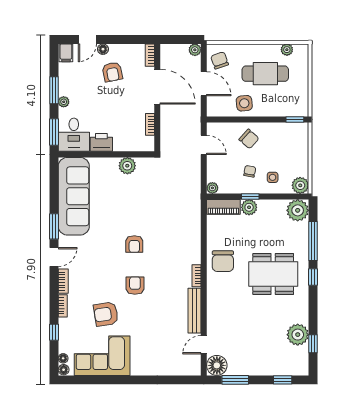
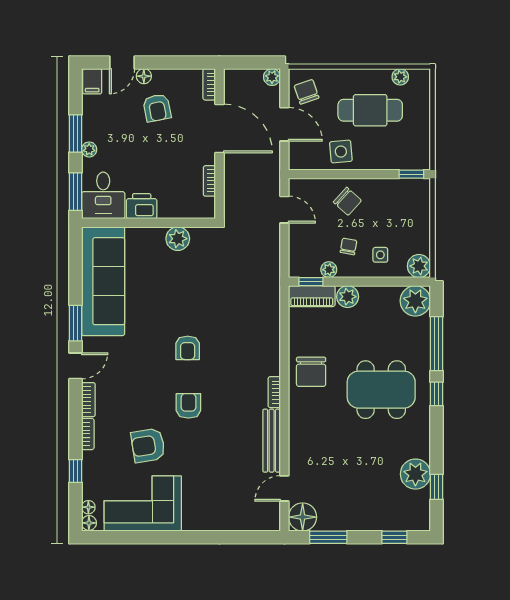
plant: (212, 188) -> (329, 270), moved
window: (250, 197) -> (311, 282), moved

